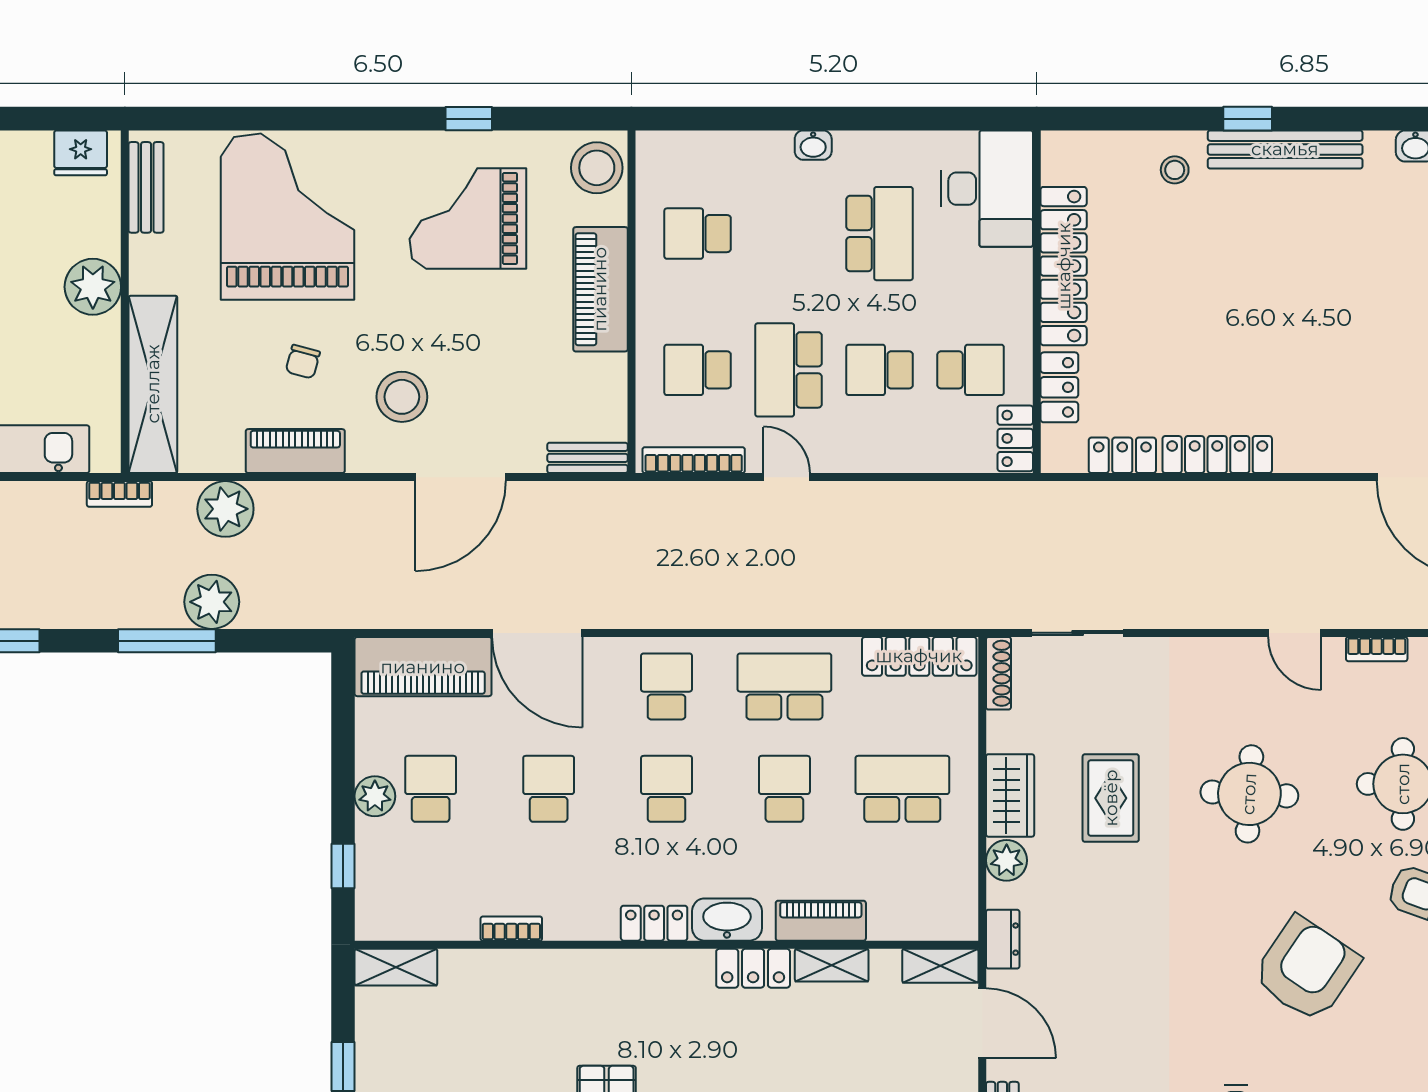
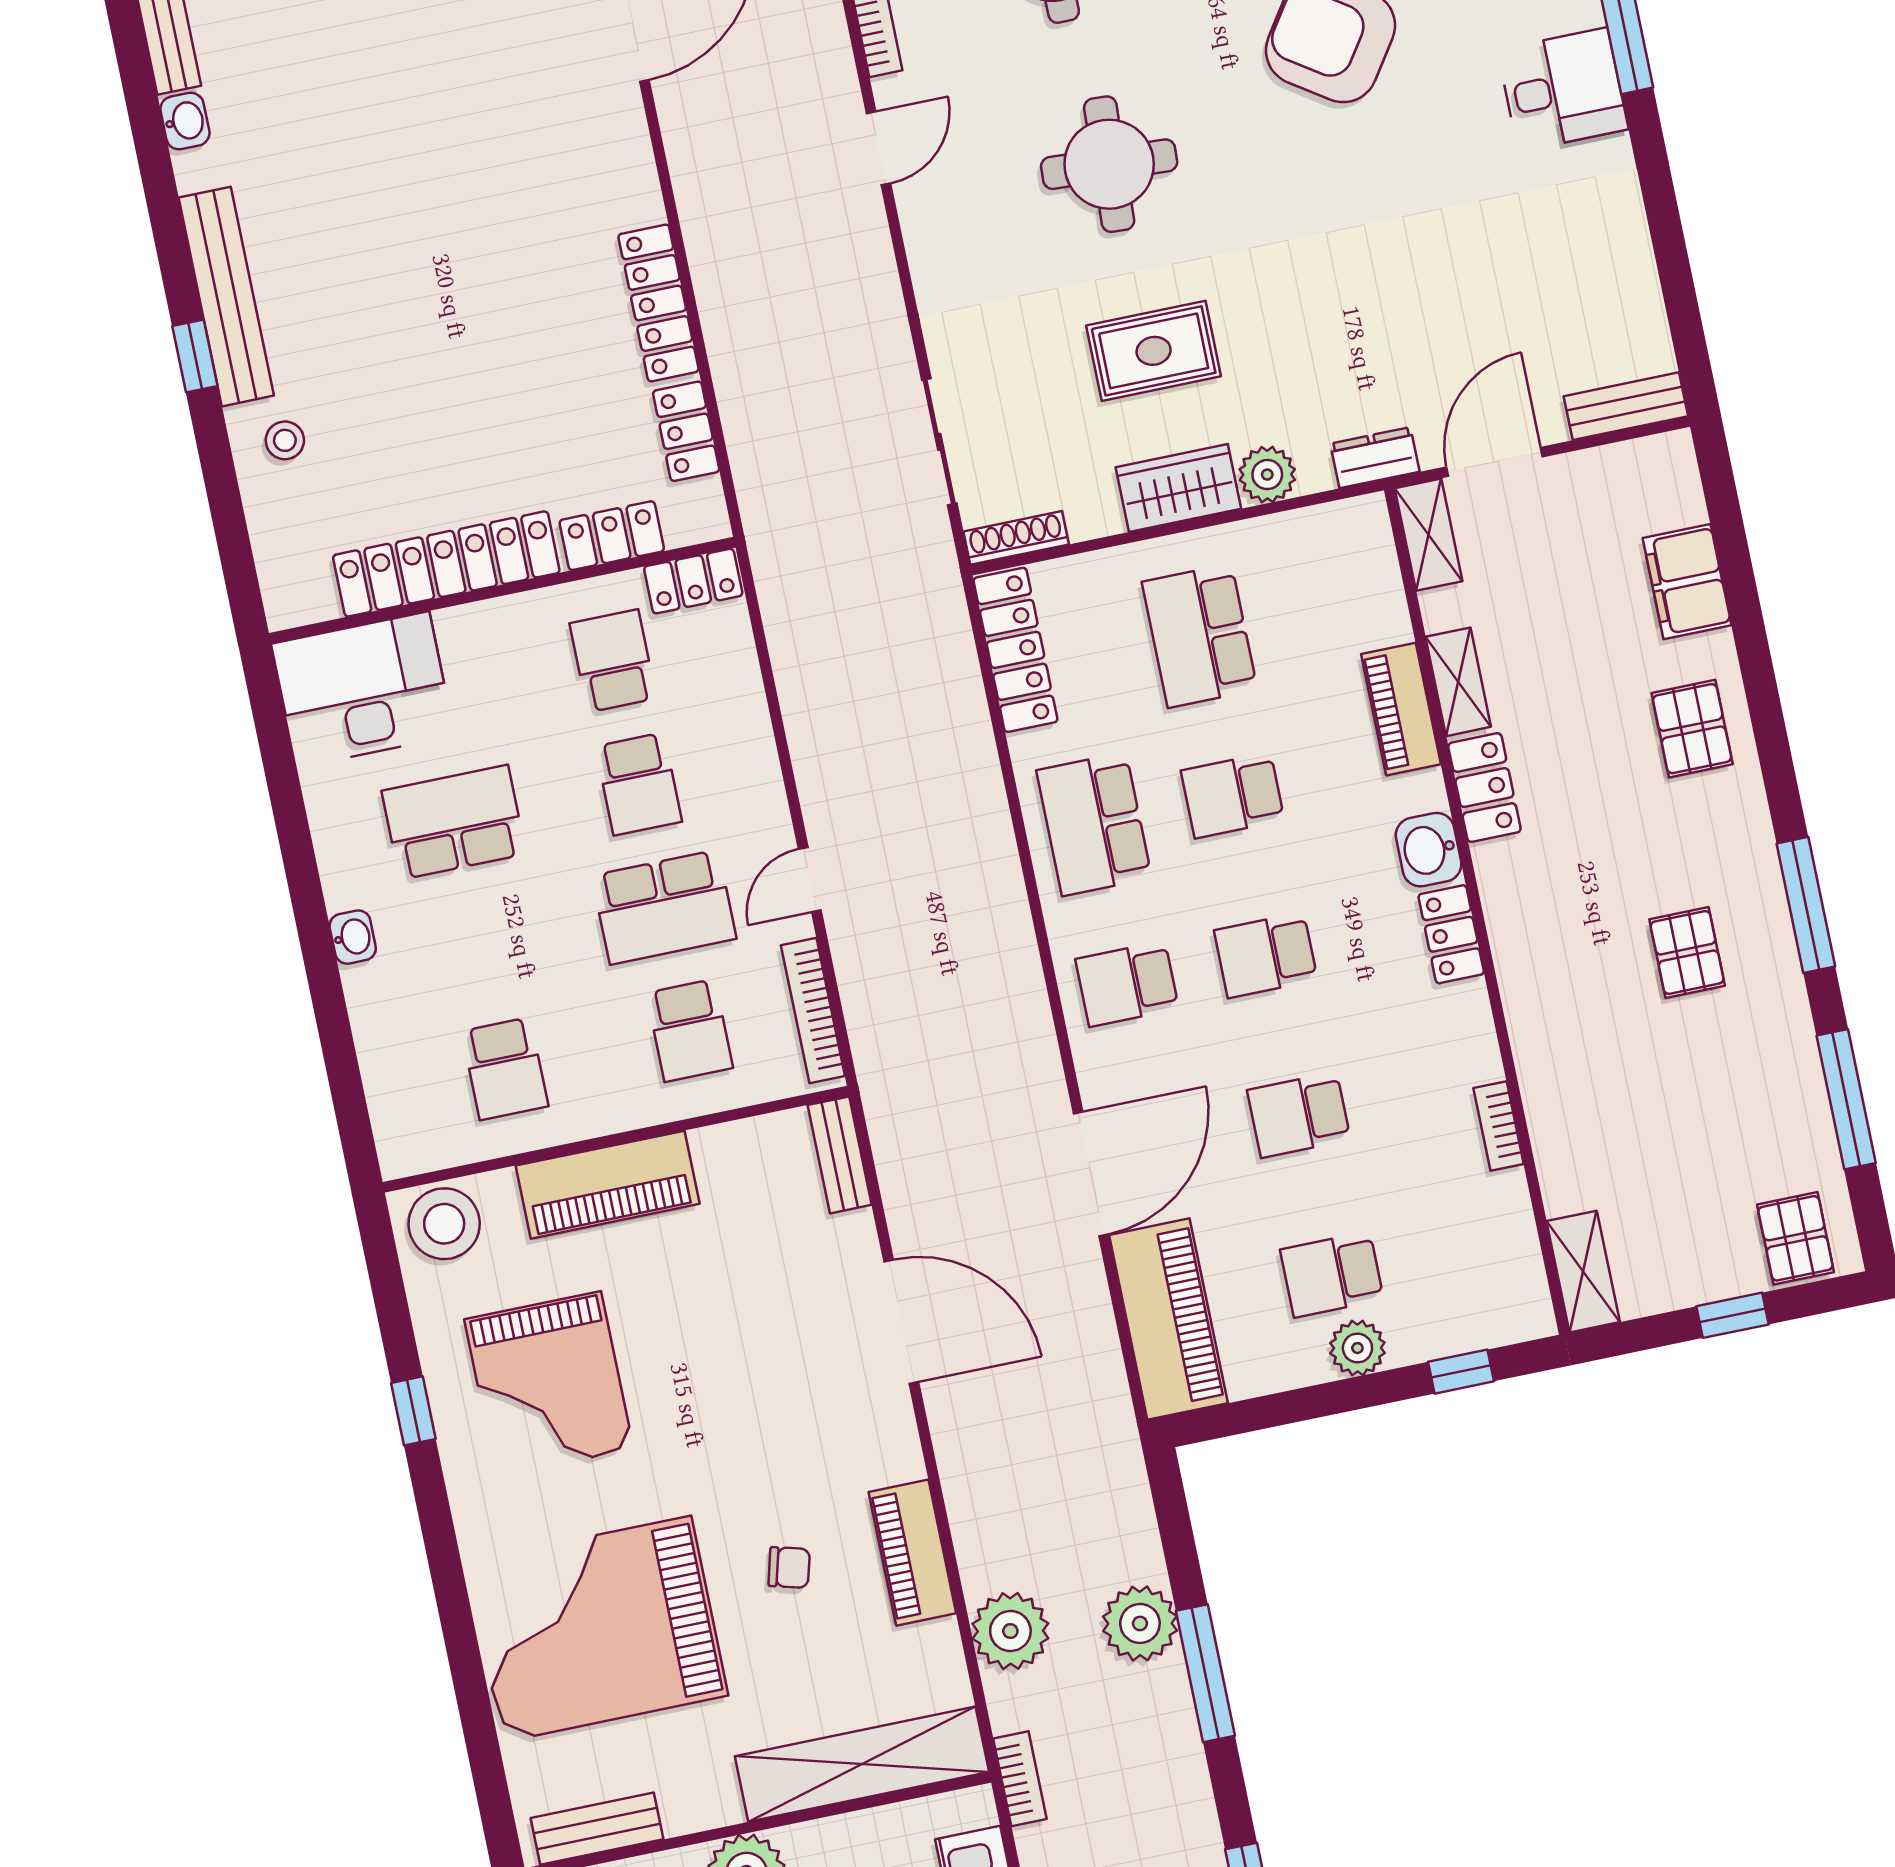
stool: (402, 397) -> (809, 1423), removed
washbasin: (727, 920) -> (1429, 850), width x0.72

